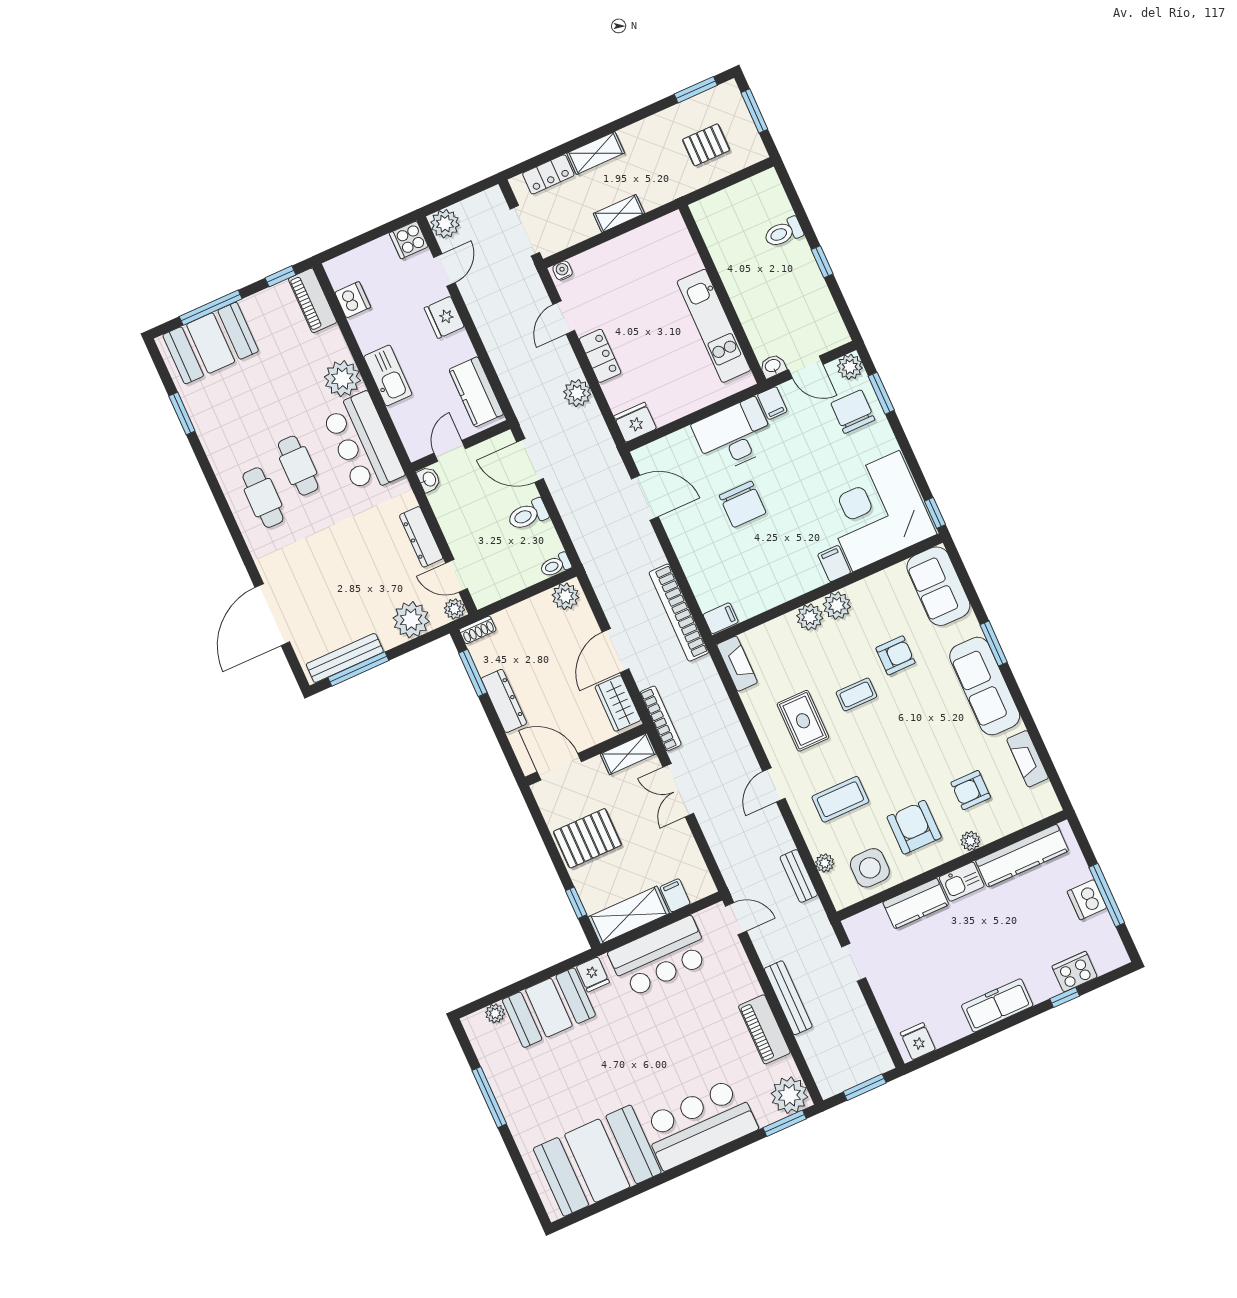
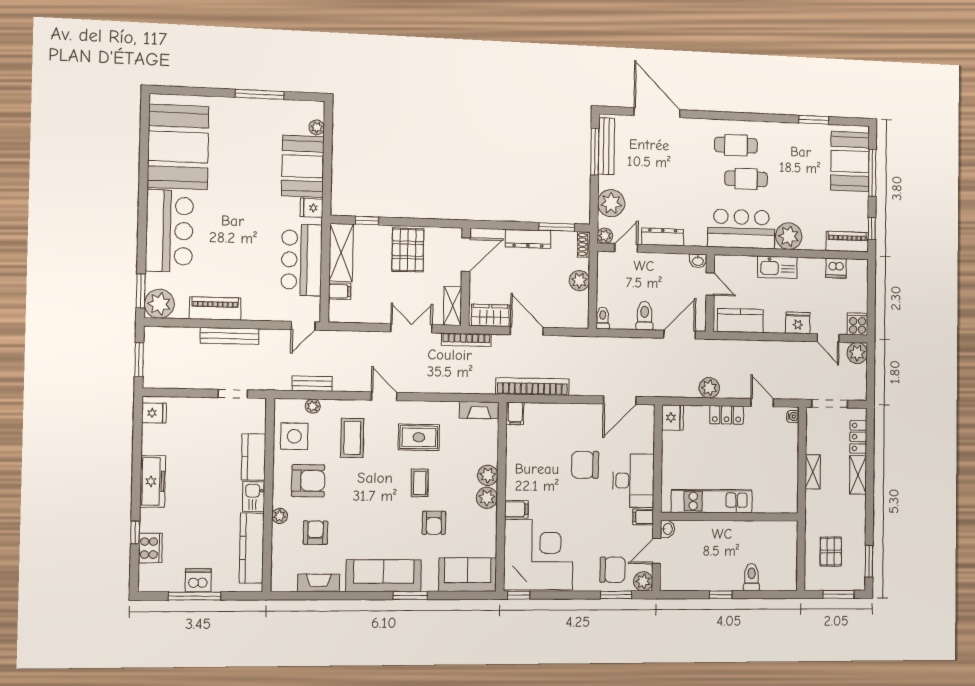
plant: (565, 596) -> (579, 281), moved

